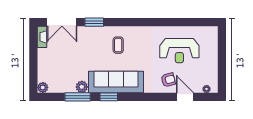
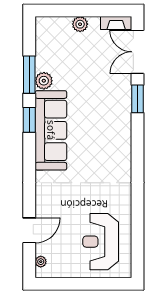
coffee table: (118, 45) -> (104, 133), removed
reception desk: (179, 51) -> (101, 242), moved
armchair: (168, 80) -> (54, 206), removed
plant: (43, 87) -> (80, 24), moved

